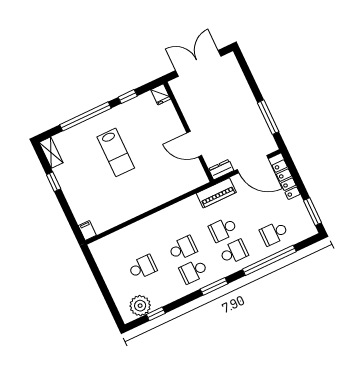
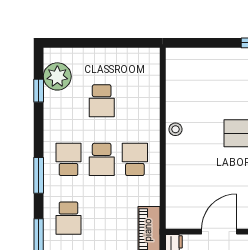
stool: (138, 207) -> (175, 129), added
school desk: (223, 229) -> (135, 159), moved
filing cabinet: (87, 230) -> (176, 56), removed

